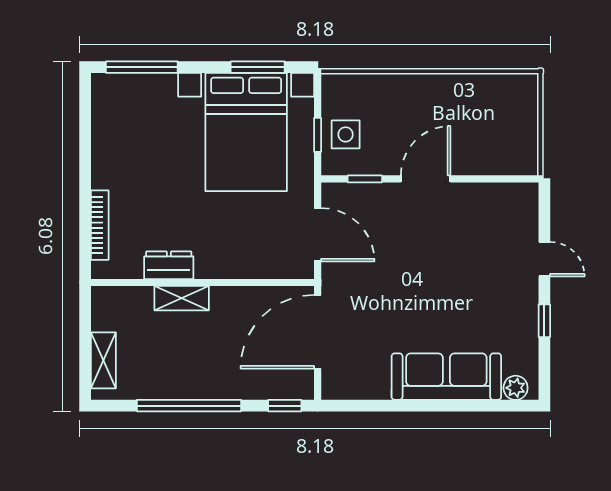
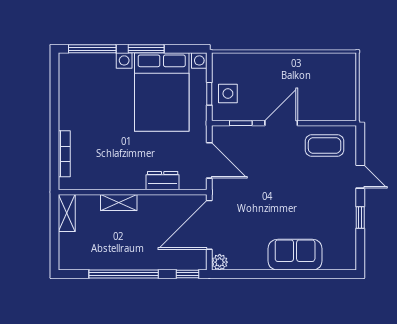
window: (258, 67) -> (146, 49), moved
coffee table: (491, 213) -> (325, 145), added
dresser: (169, 265) -> (163, 181), moved
shelving: (103, 360) -> (67, 213), moved
sofa: (446, 377) -> (295, 255), width x0.73
plant: (516, 388) -> (220, 262), moved

